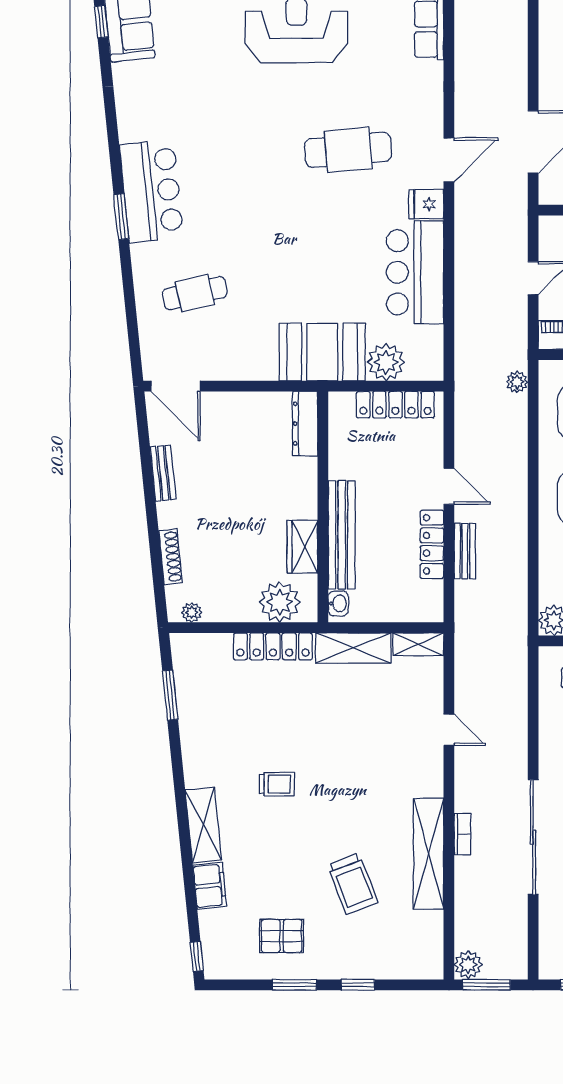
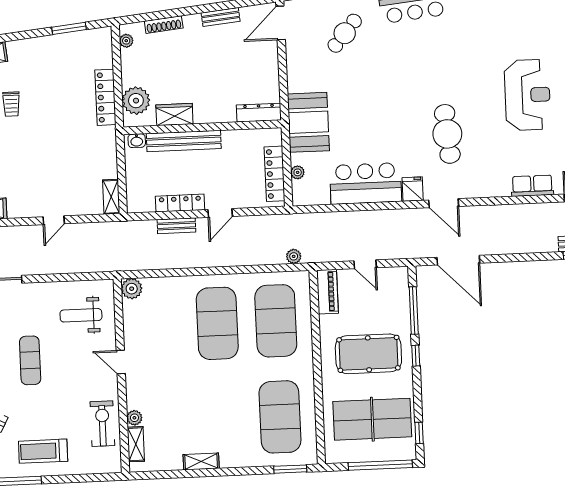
cafe table: (195, 293) -> (345, 33), turned 53
plant: (386, 362) -> (298, 172), width x0.53, depth x0.53
shelving: (353, 648) -> (107, 152), removed

